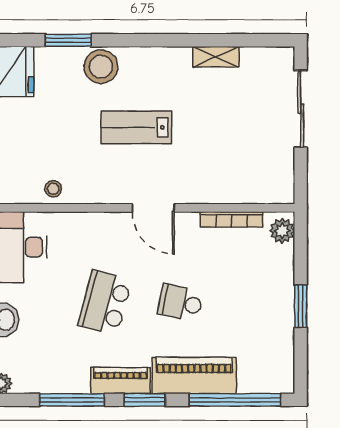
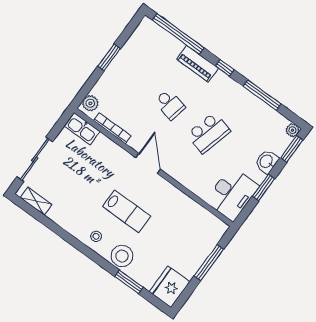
shelving: (216, 57) -> (36, 201), moved
stool: (53, 189) -> (96, 236), moved
kitchen sink: (269, 191) -> (82, 129), added
piano: (194, 375) -> (197, 64), width x0.73, depth x0.75
piano: (121, 381) -> (230, 87), removed
window: (145, 400) -> (225, 68), width x0.67

